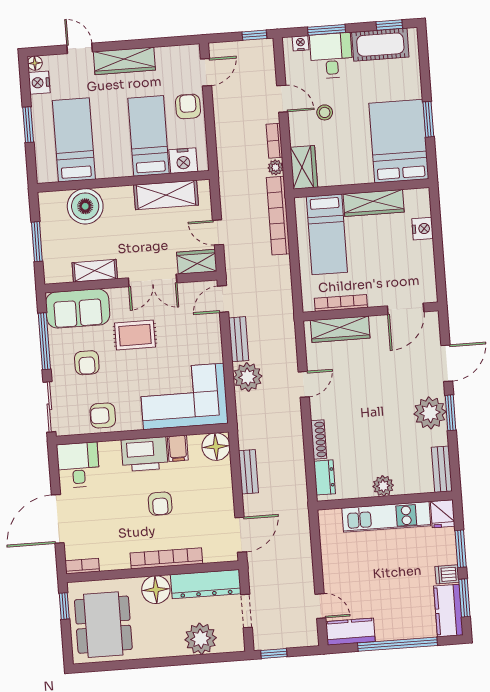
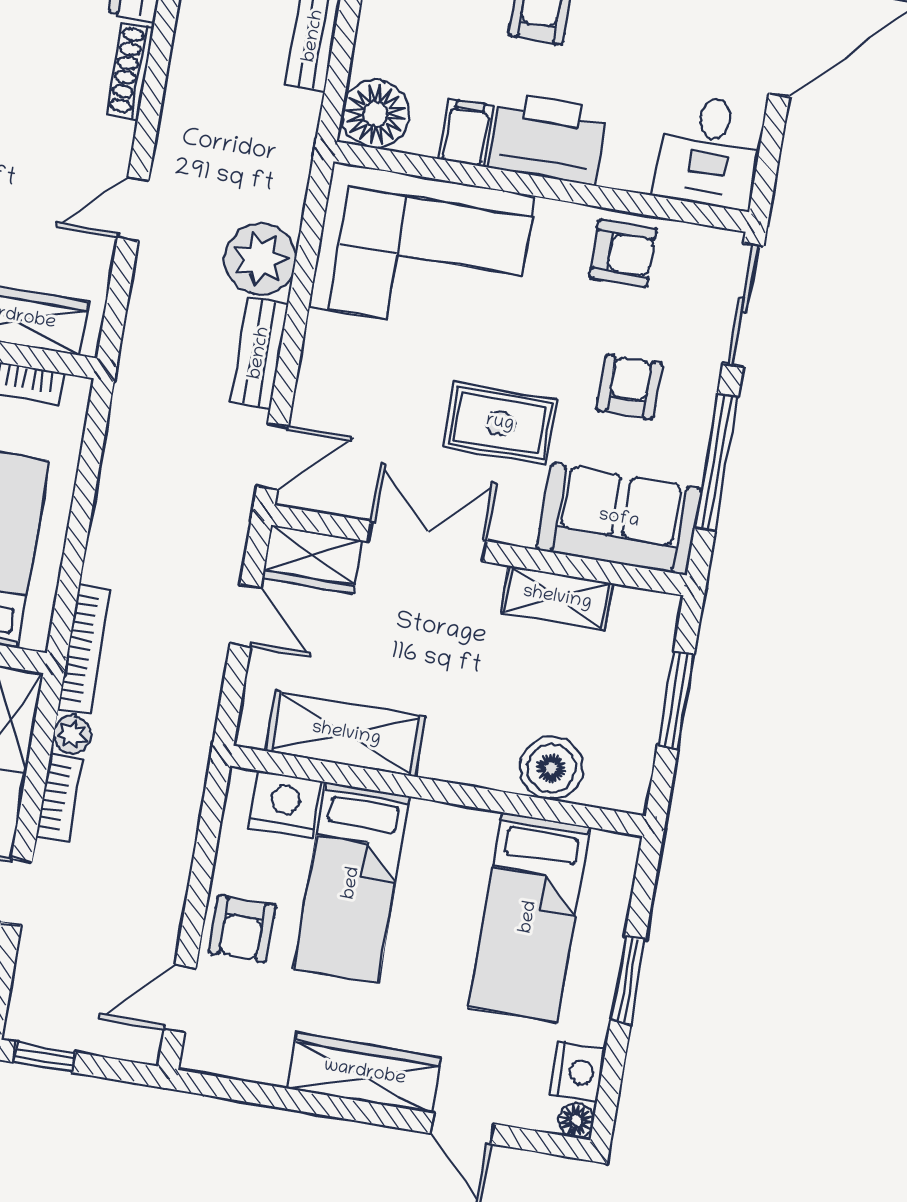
boiler: (85, 206) -> (551, 768), width x0.73, depth x0.73
bookcase: (278, 216) -> (84, 649), width x0.68, depth x0.76

